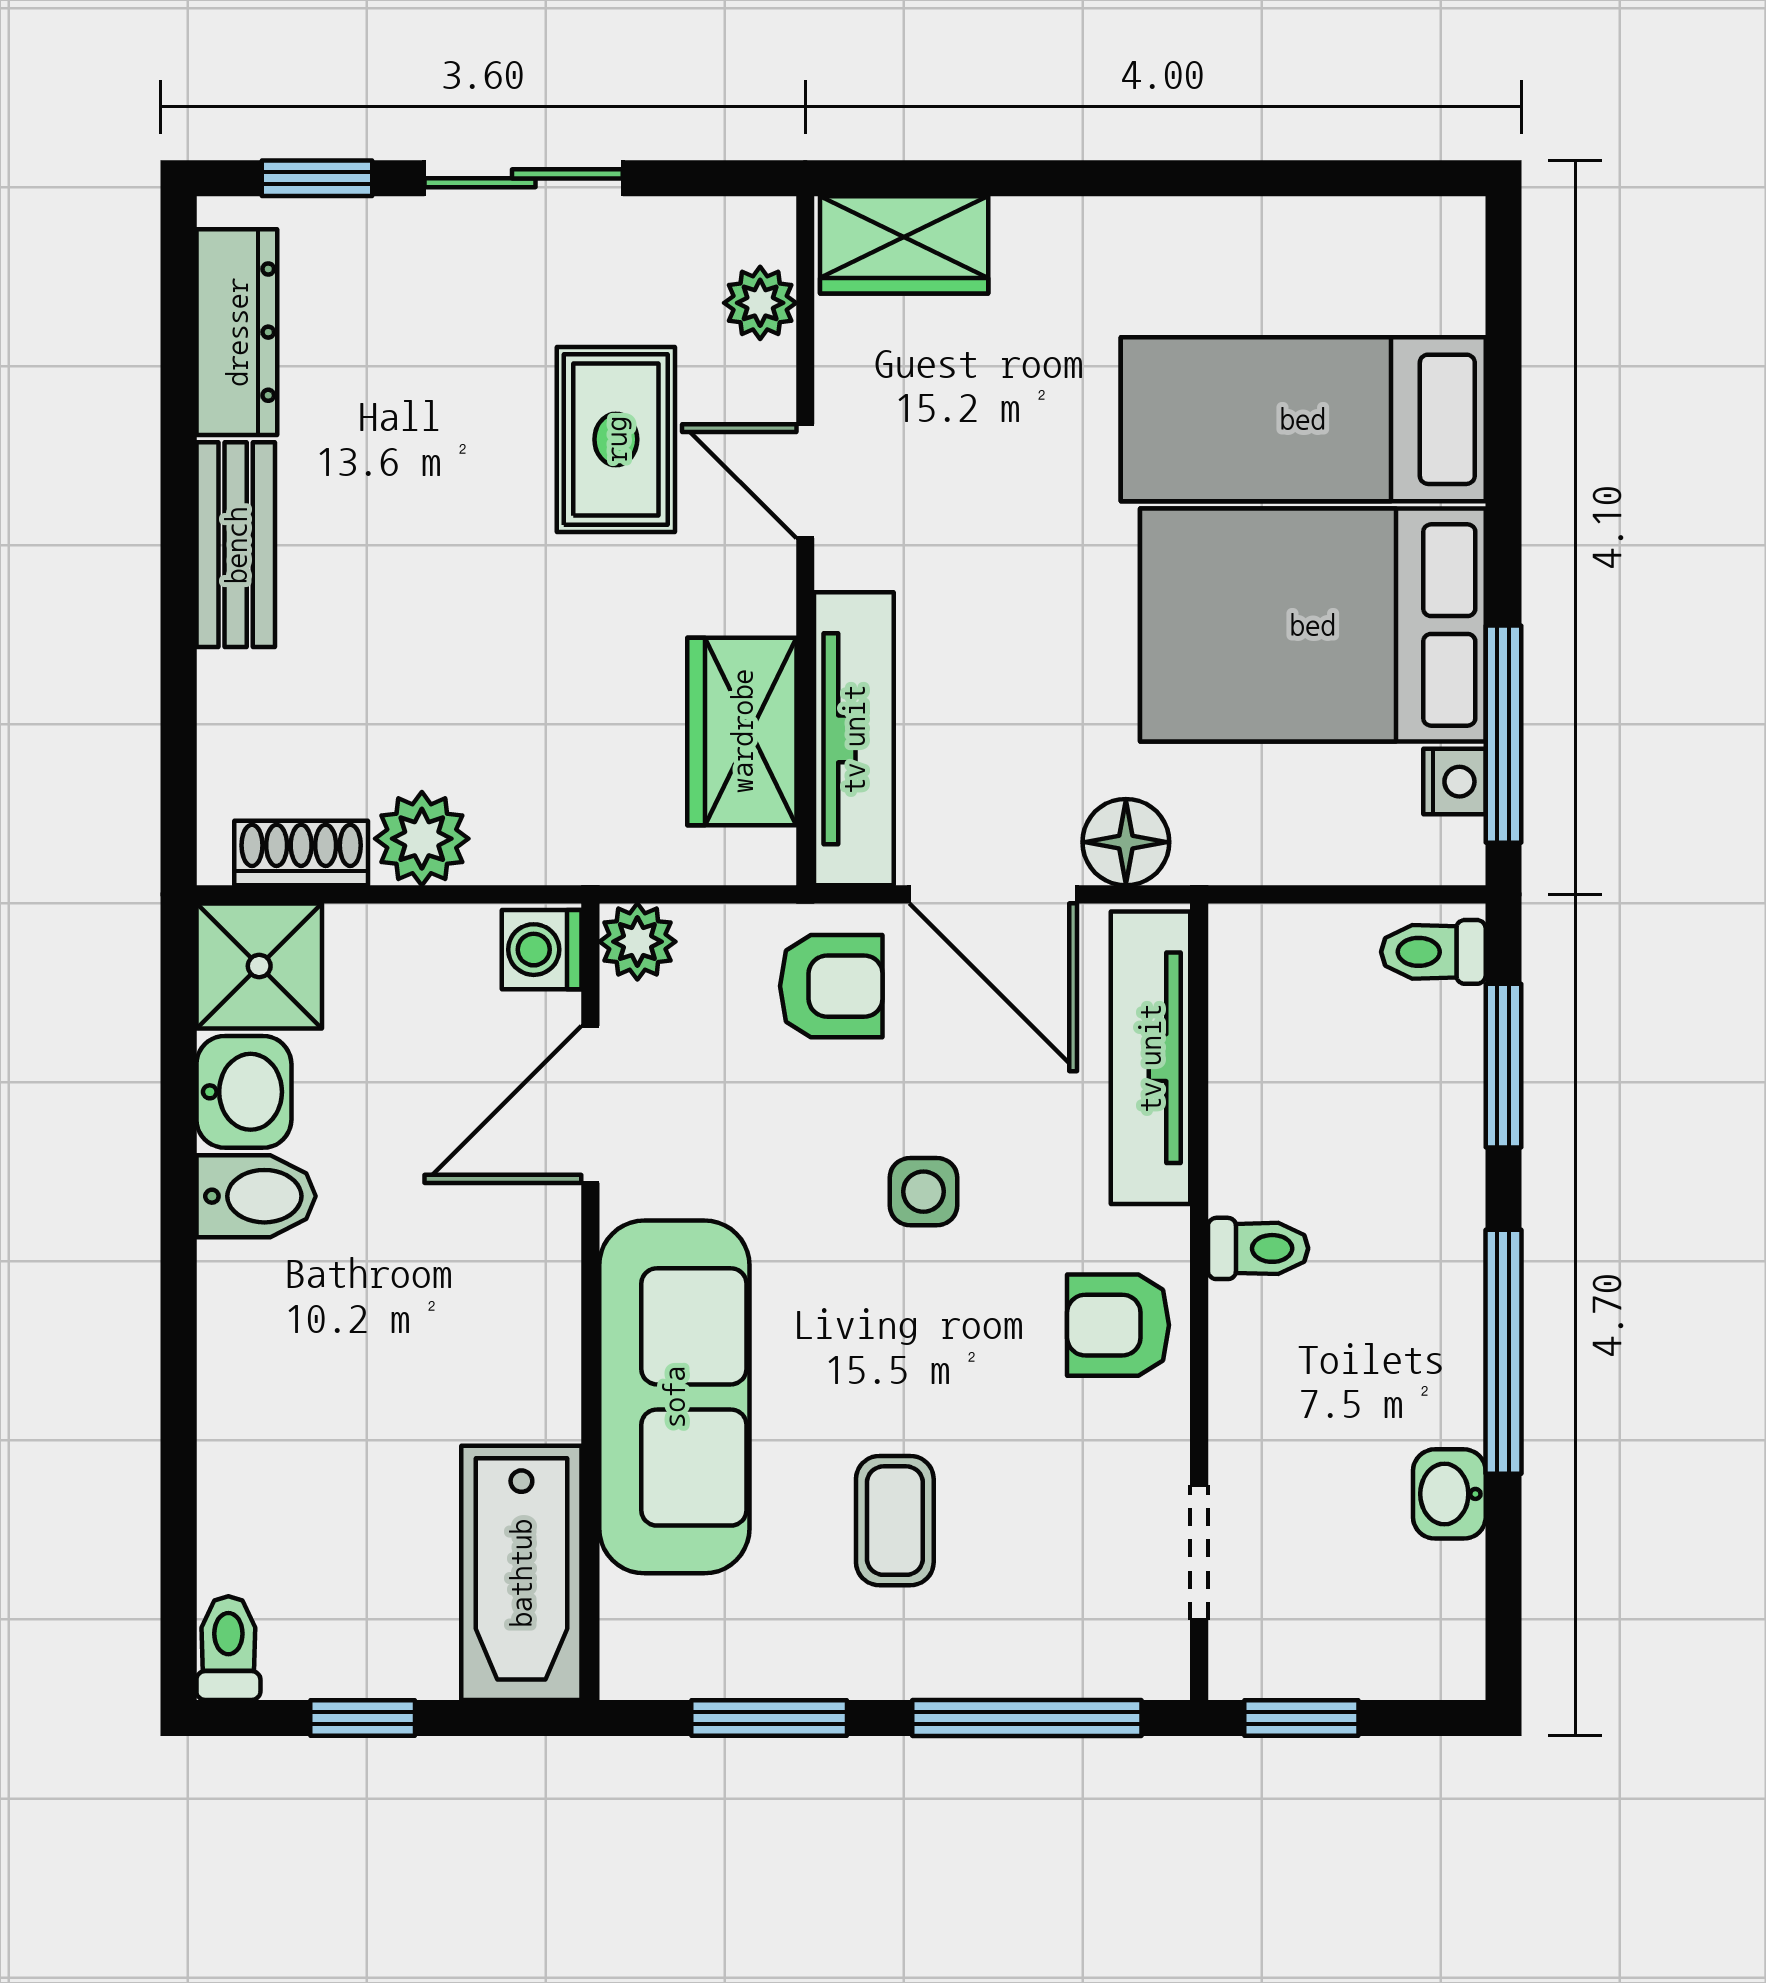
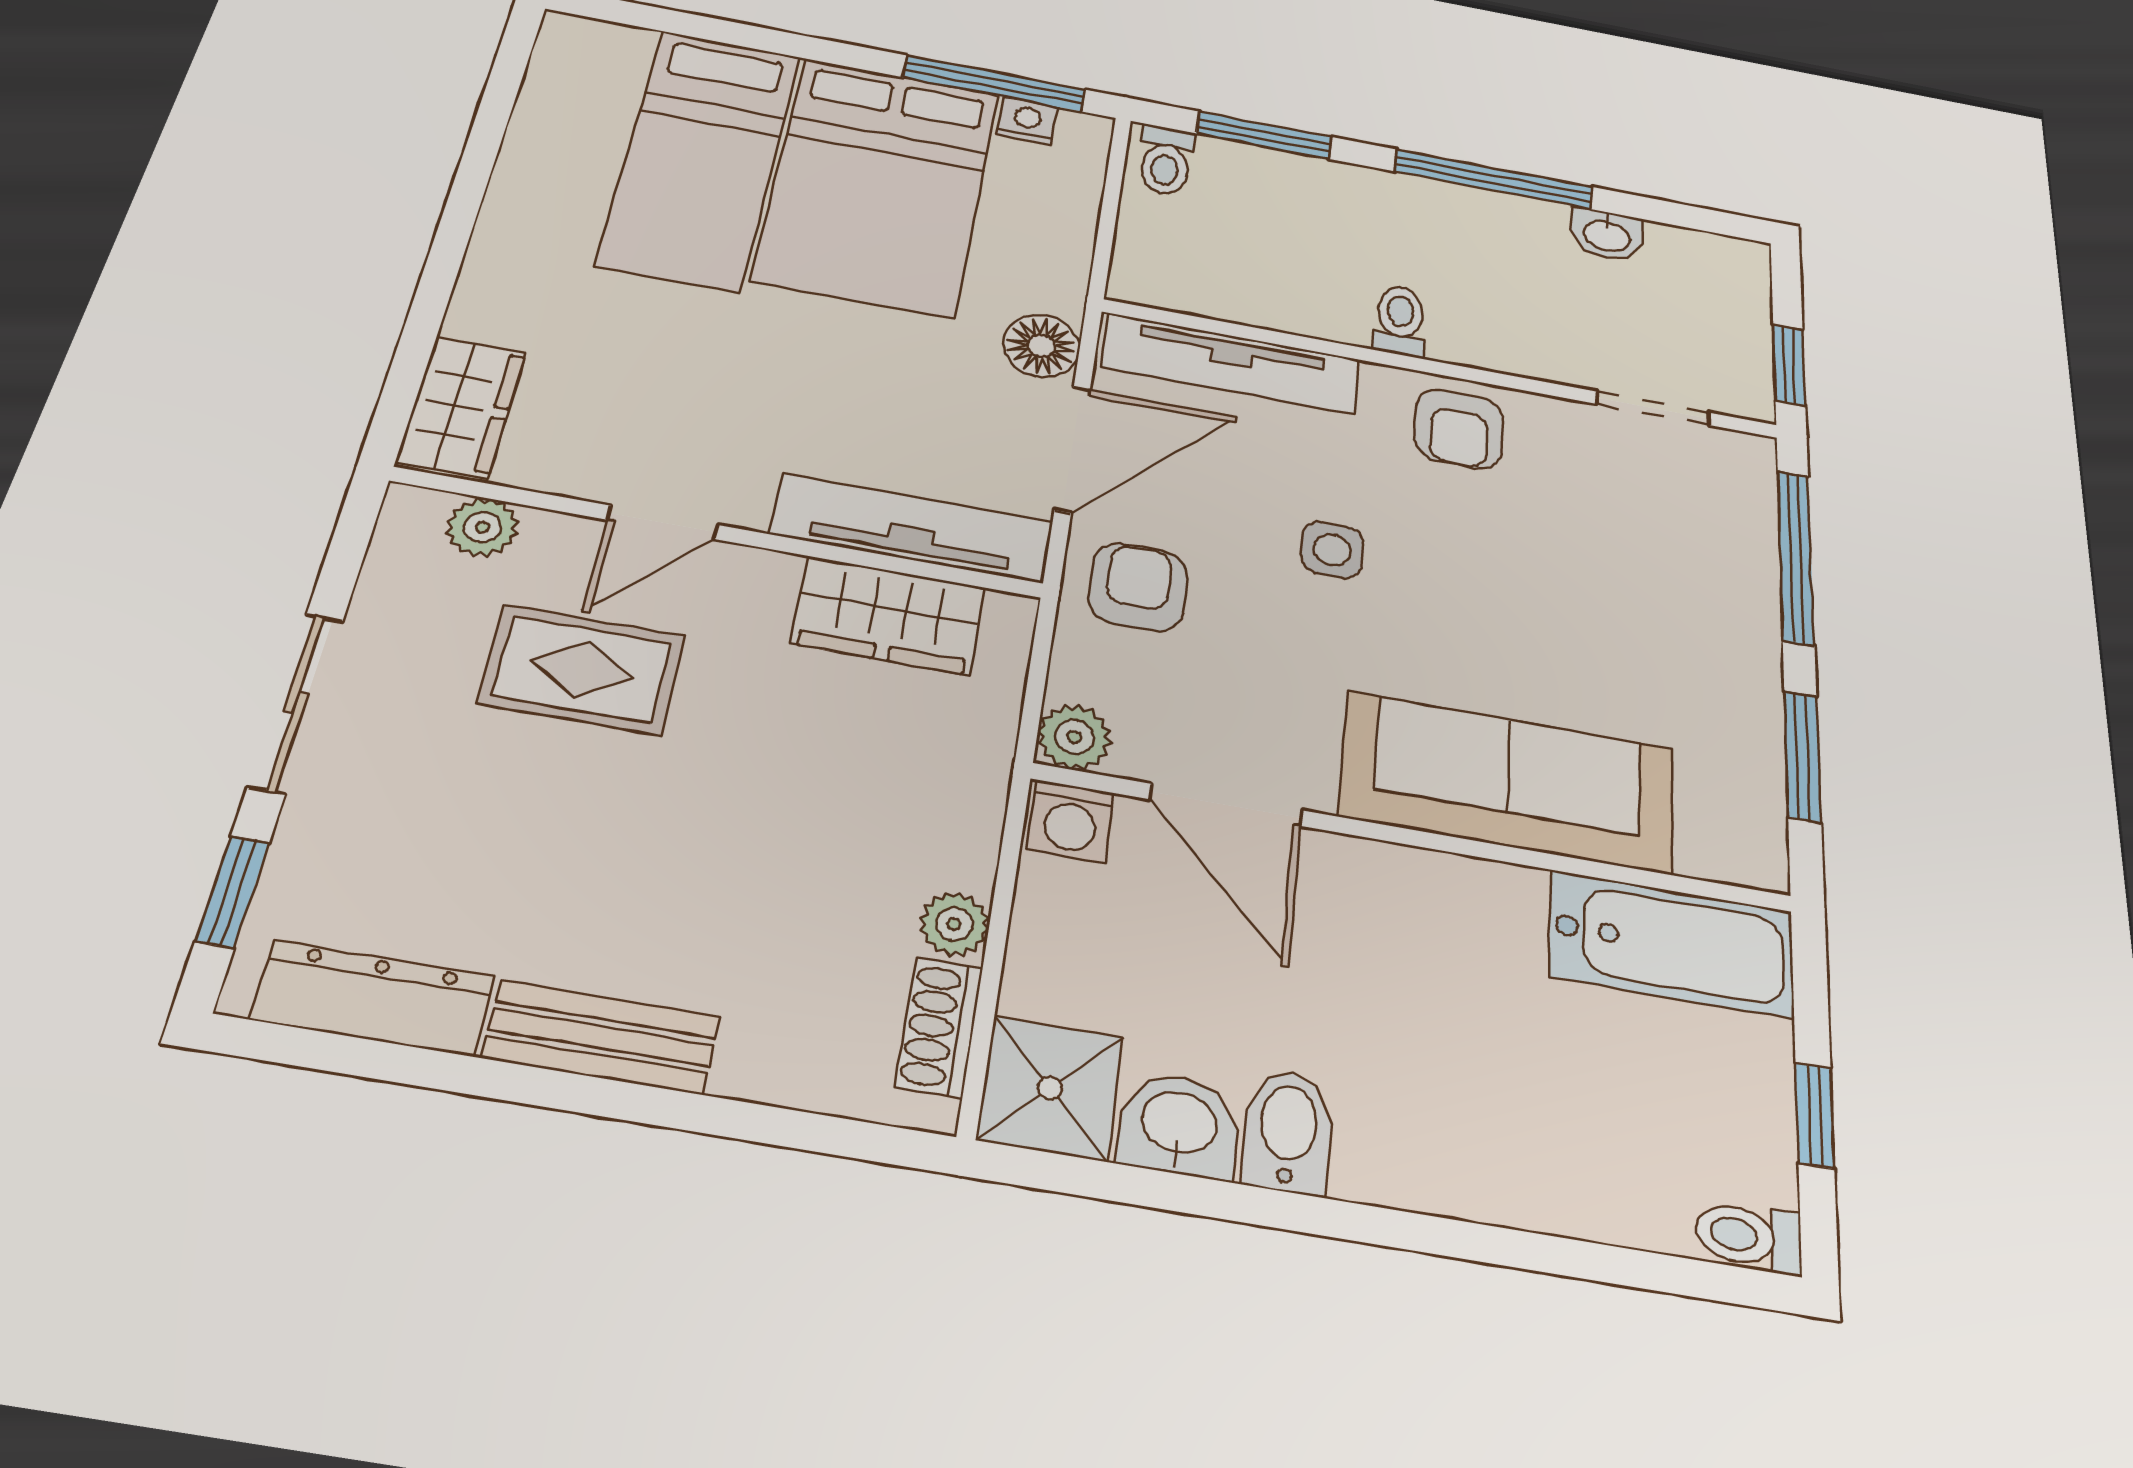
plant: (422, 839) -> (954, 924), width x0.73, depth x0.73
coffee table: (895, 1521) -> (1625, 625), removed

